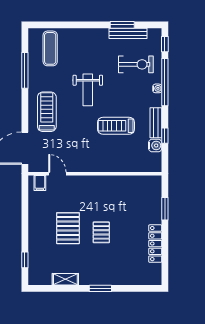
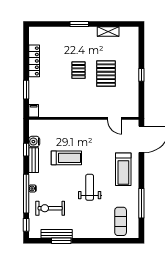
filing cabinet: (40, 183) -> (34, 111), moved
window: (25, 260) -> (141, 75), moved

